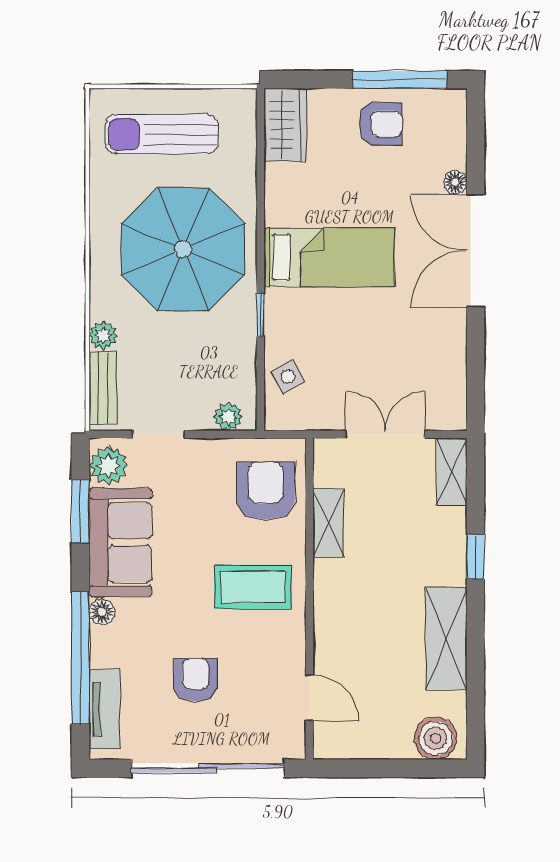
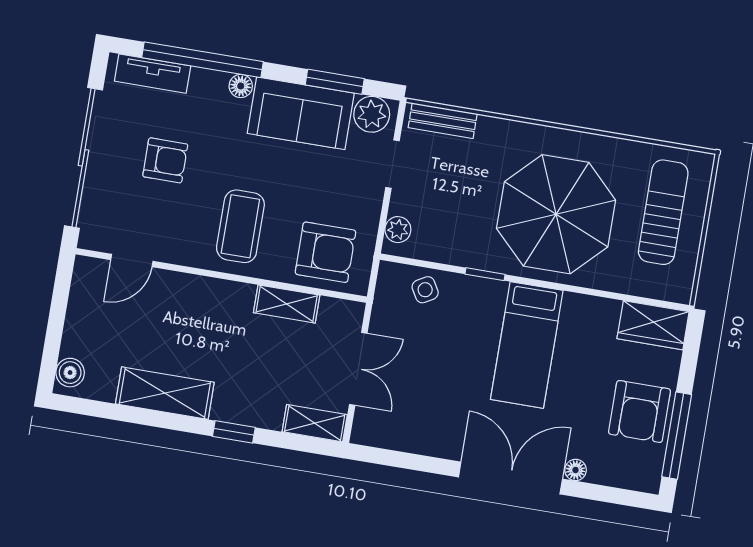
armchair: (381, 124) -> (639, 411), width x1.38, depth x1.38
plant: (103, 335) -> (490, 129), removed
boiler: (436, 738) -> (70, 373), width x0.73, depth x0.73

